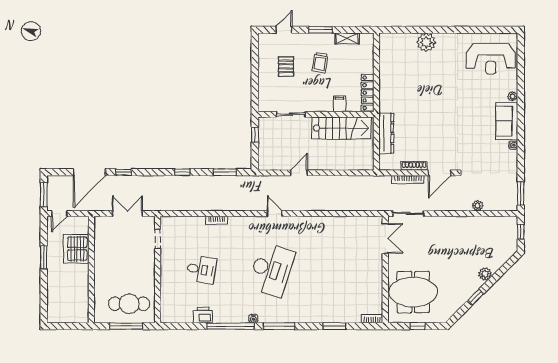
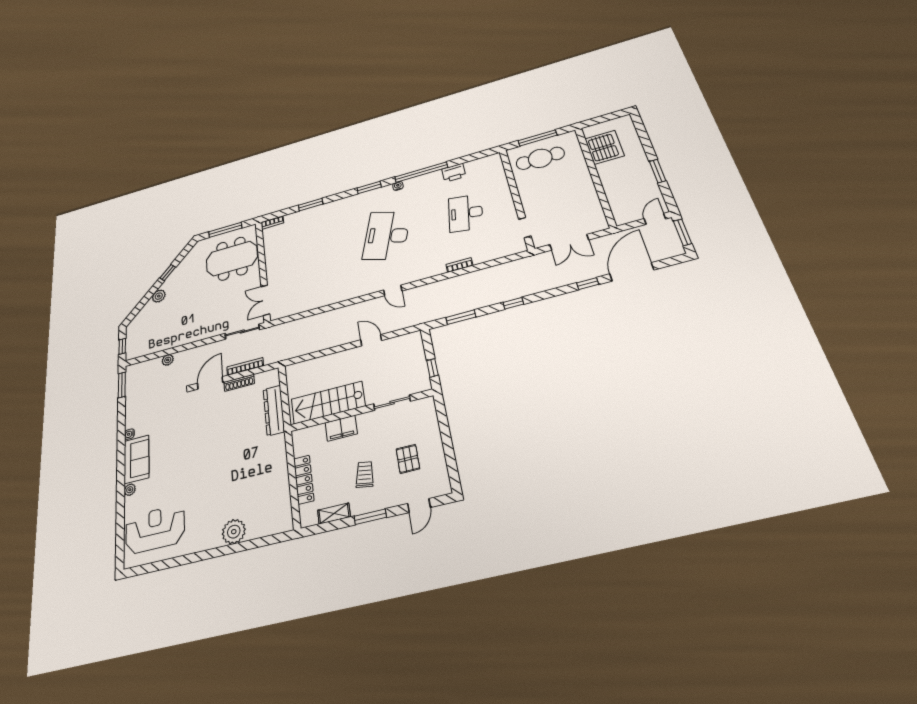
locker: (367, 93) -> (304, 480), moved
filing cabinet: (339, 104) -> (341, 428), width x2.00
door: (299, 173) -> (371, 340), swing flipped
server rack: (76, 249) -> (605, 147), moved
desk: (201, 270) -> (466, 213), width x1.37
window: (279, 326) -> (369, 187), width x0.69
window: (418, 326) -> (225, 230), width x2.17

